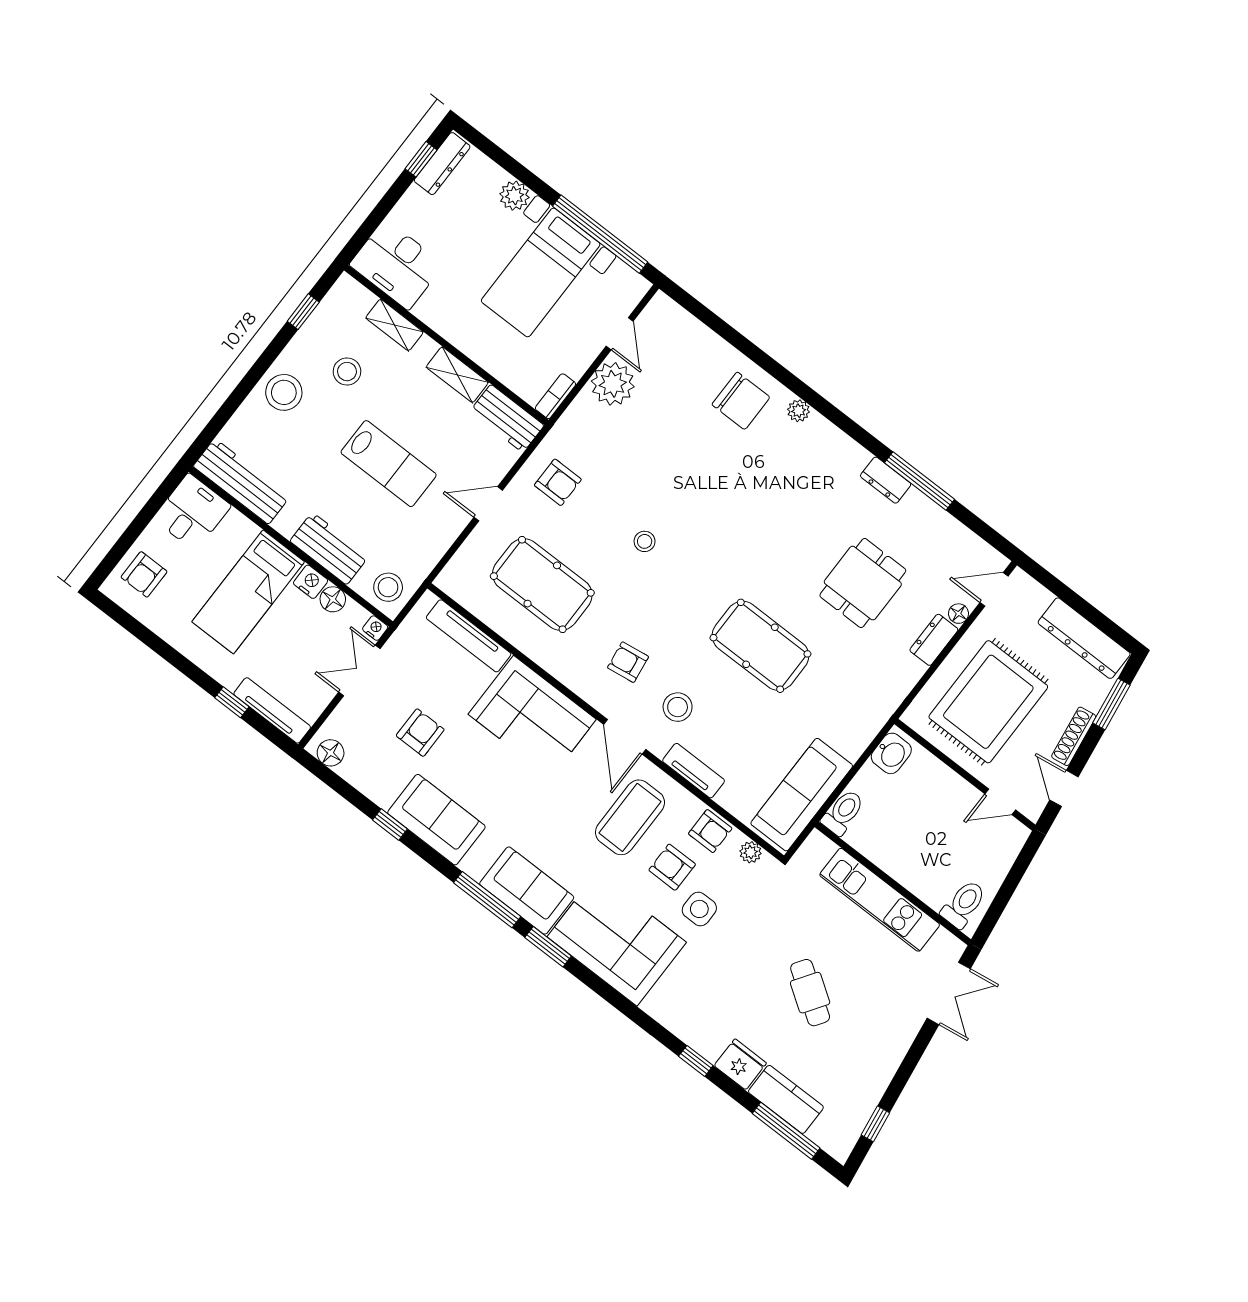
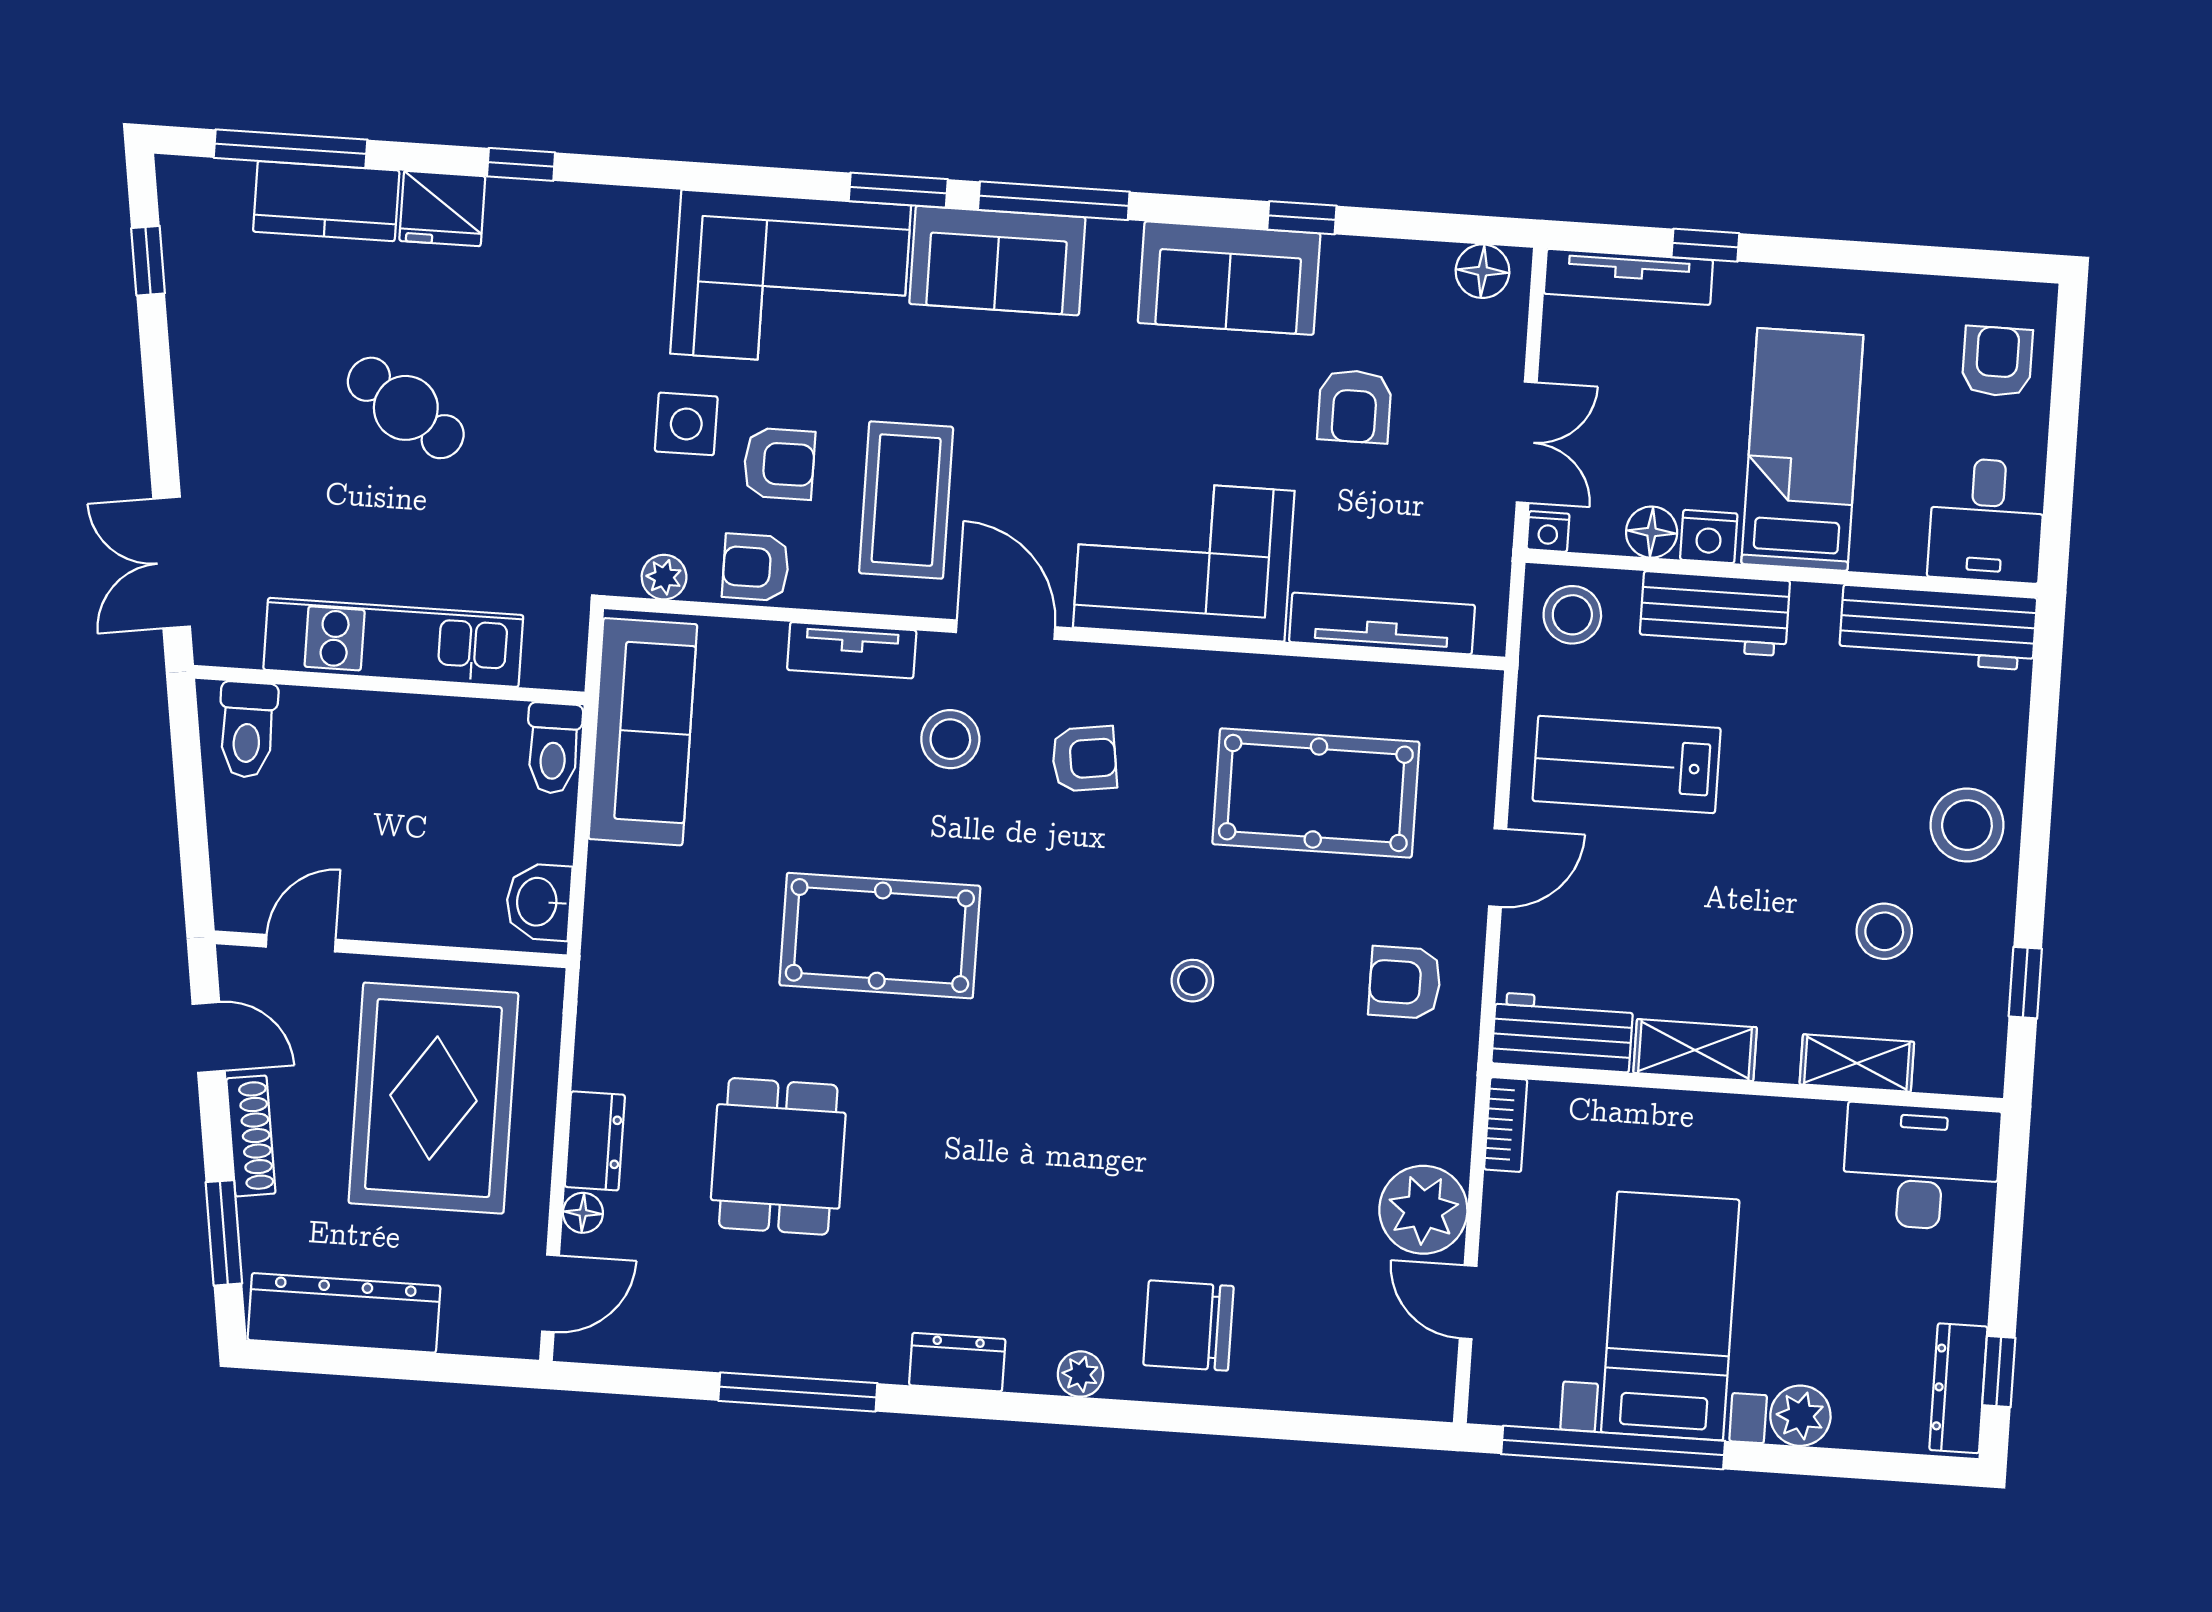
lab bench: (389, 464) -> (1627, 764), moved
dresser: (886, 480) -> (957, 1362), moved

